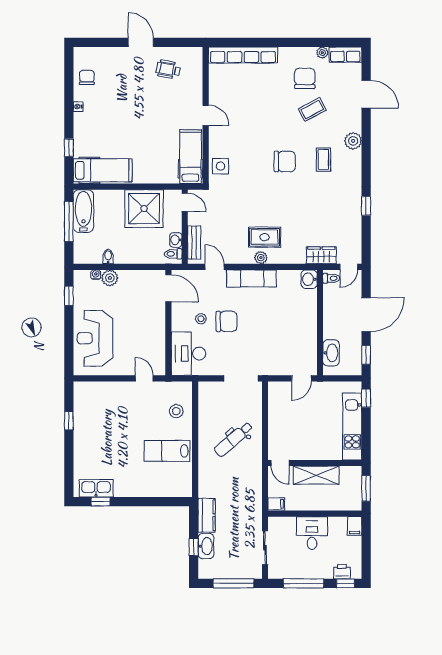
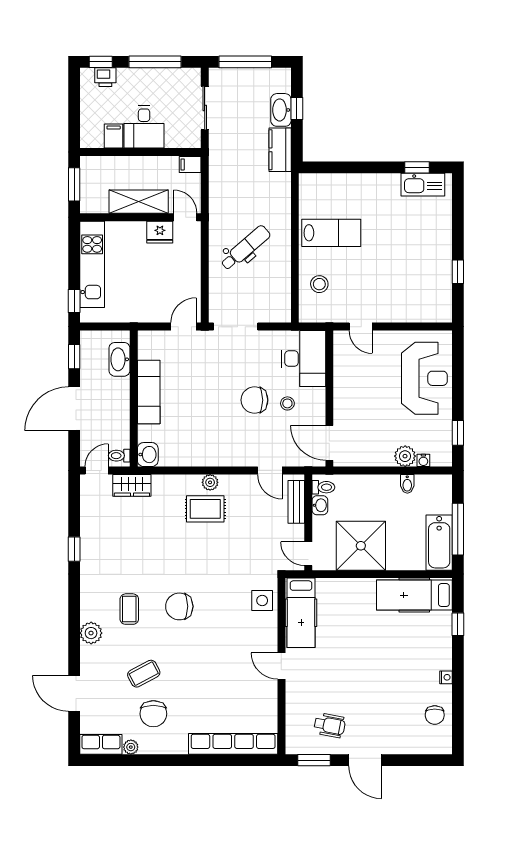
window: (180, 42) -> (314, 760), added
exam couch: (251, 278) -> (149, 392), moved, turned 90
door: (301, 378) -> (184, 327), moved
fridge: (300, 451) -> (160, 232), added
filing cabinet: (355, 526) -> (114, 136), moved

